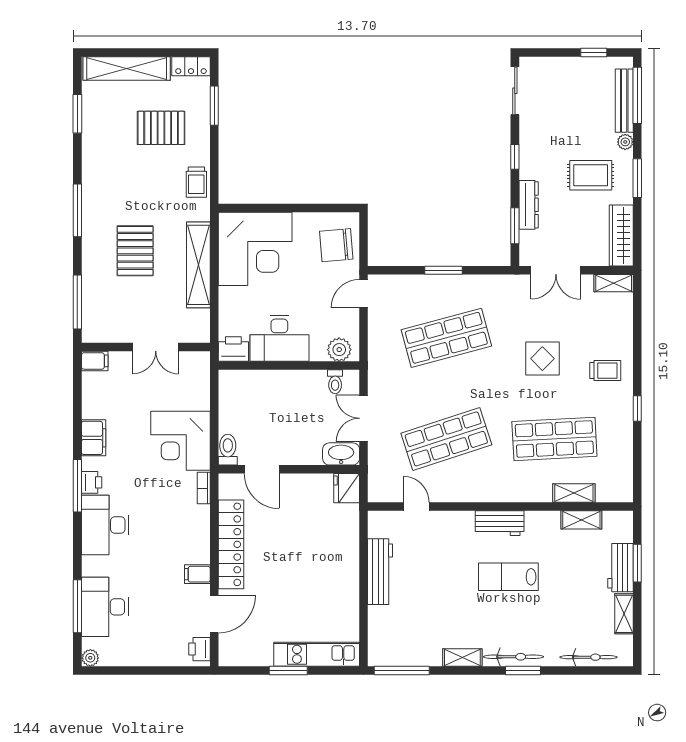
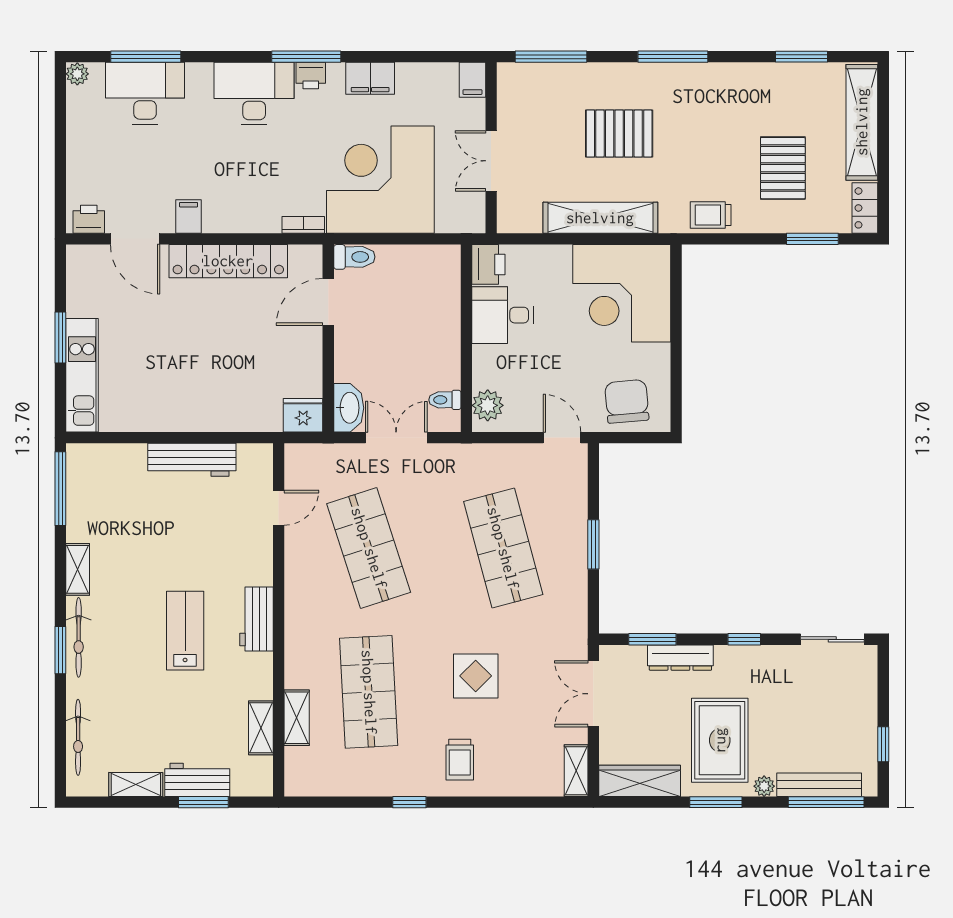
rug: (591, 175) -> (720, 740), width x1.36, depth x1.43
desk: (279, 338) -> (503, 315), width x0.73
corner desk: (180, 441) -> (380, 180), width x1.36, depth x1.36

